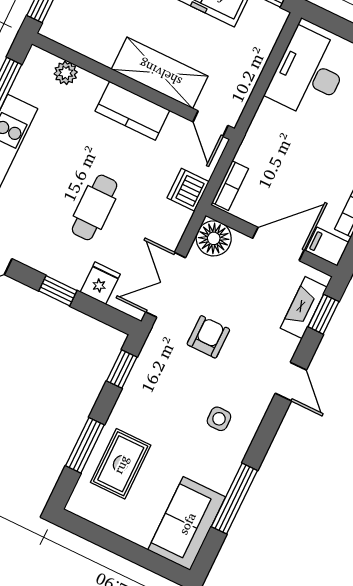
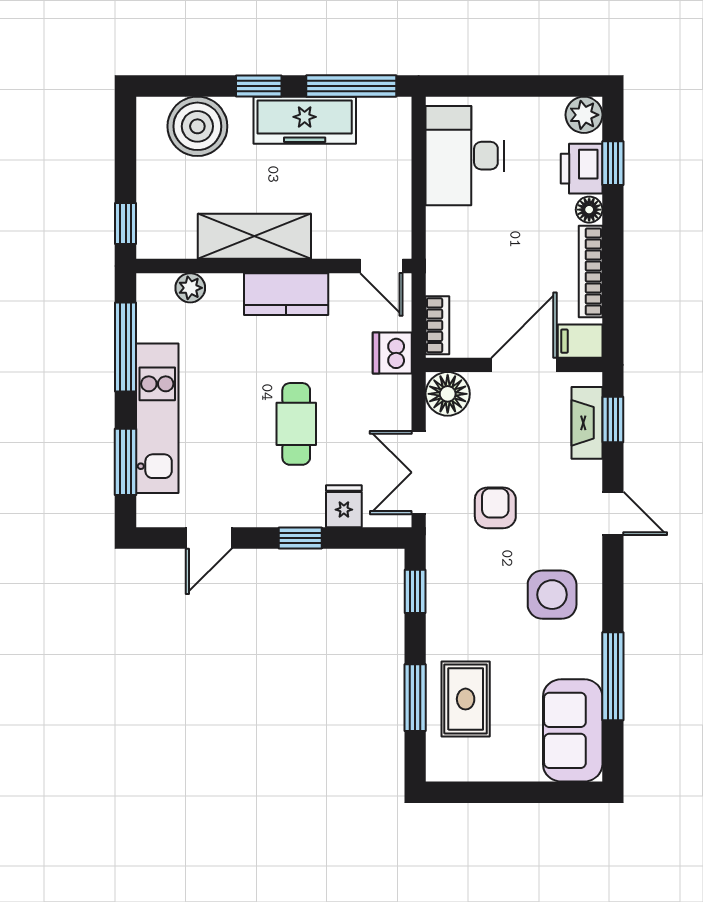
shelving: (160, 73) -> (254, 236), moved
side table: (219, 419) -> (552, 595), width x1.87, depth x1.87

